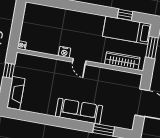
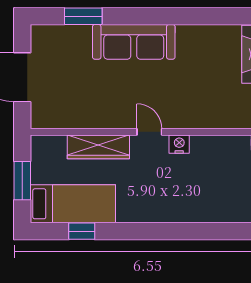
wardrobe: (122, 61) -> (98, 147), moved

